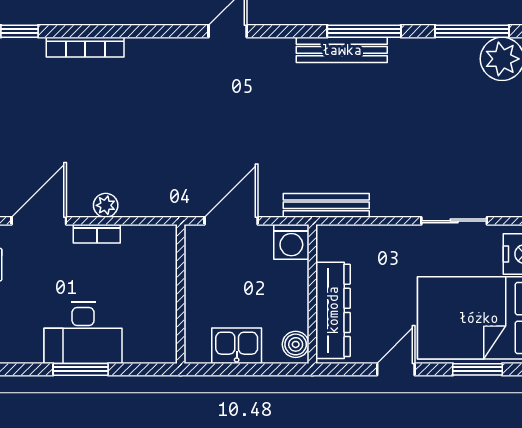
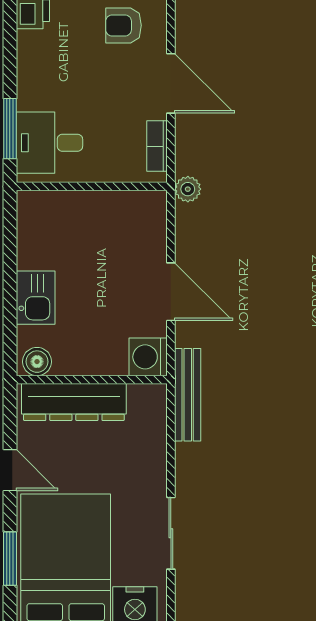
plant: (106, 205) -> (188, 189), moved
wall: (181, 294) -> (92, 186), moved
desk: (83, 333) -> (49, 143), width x0.73

